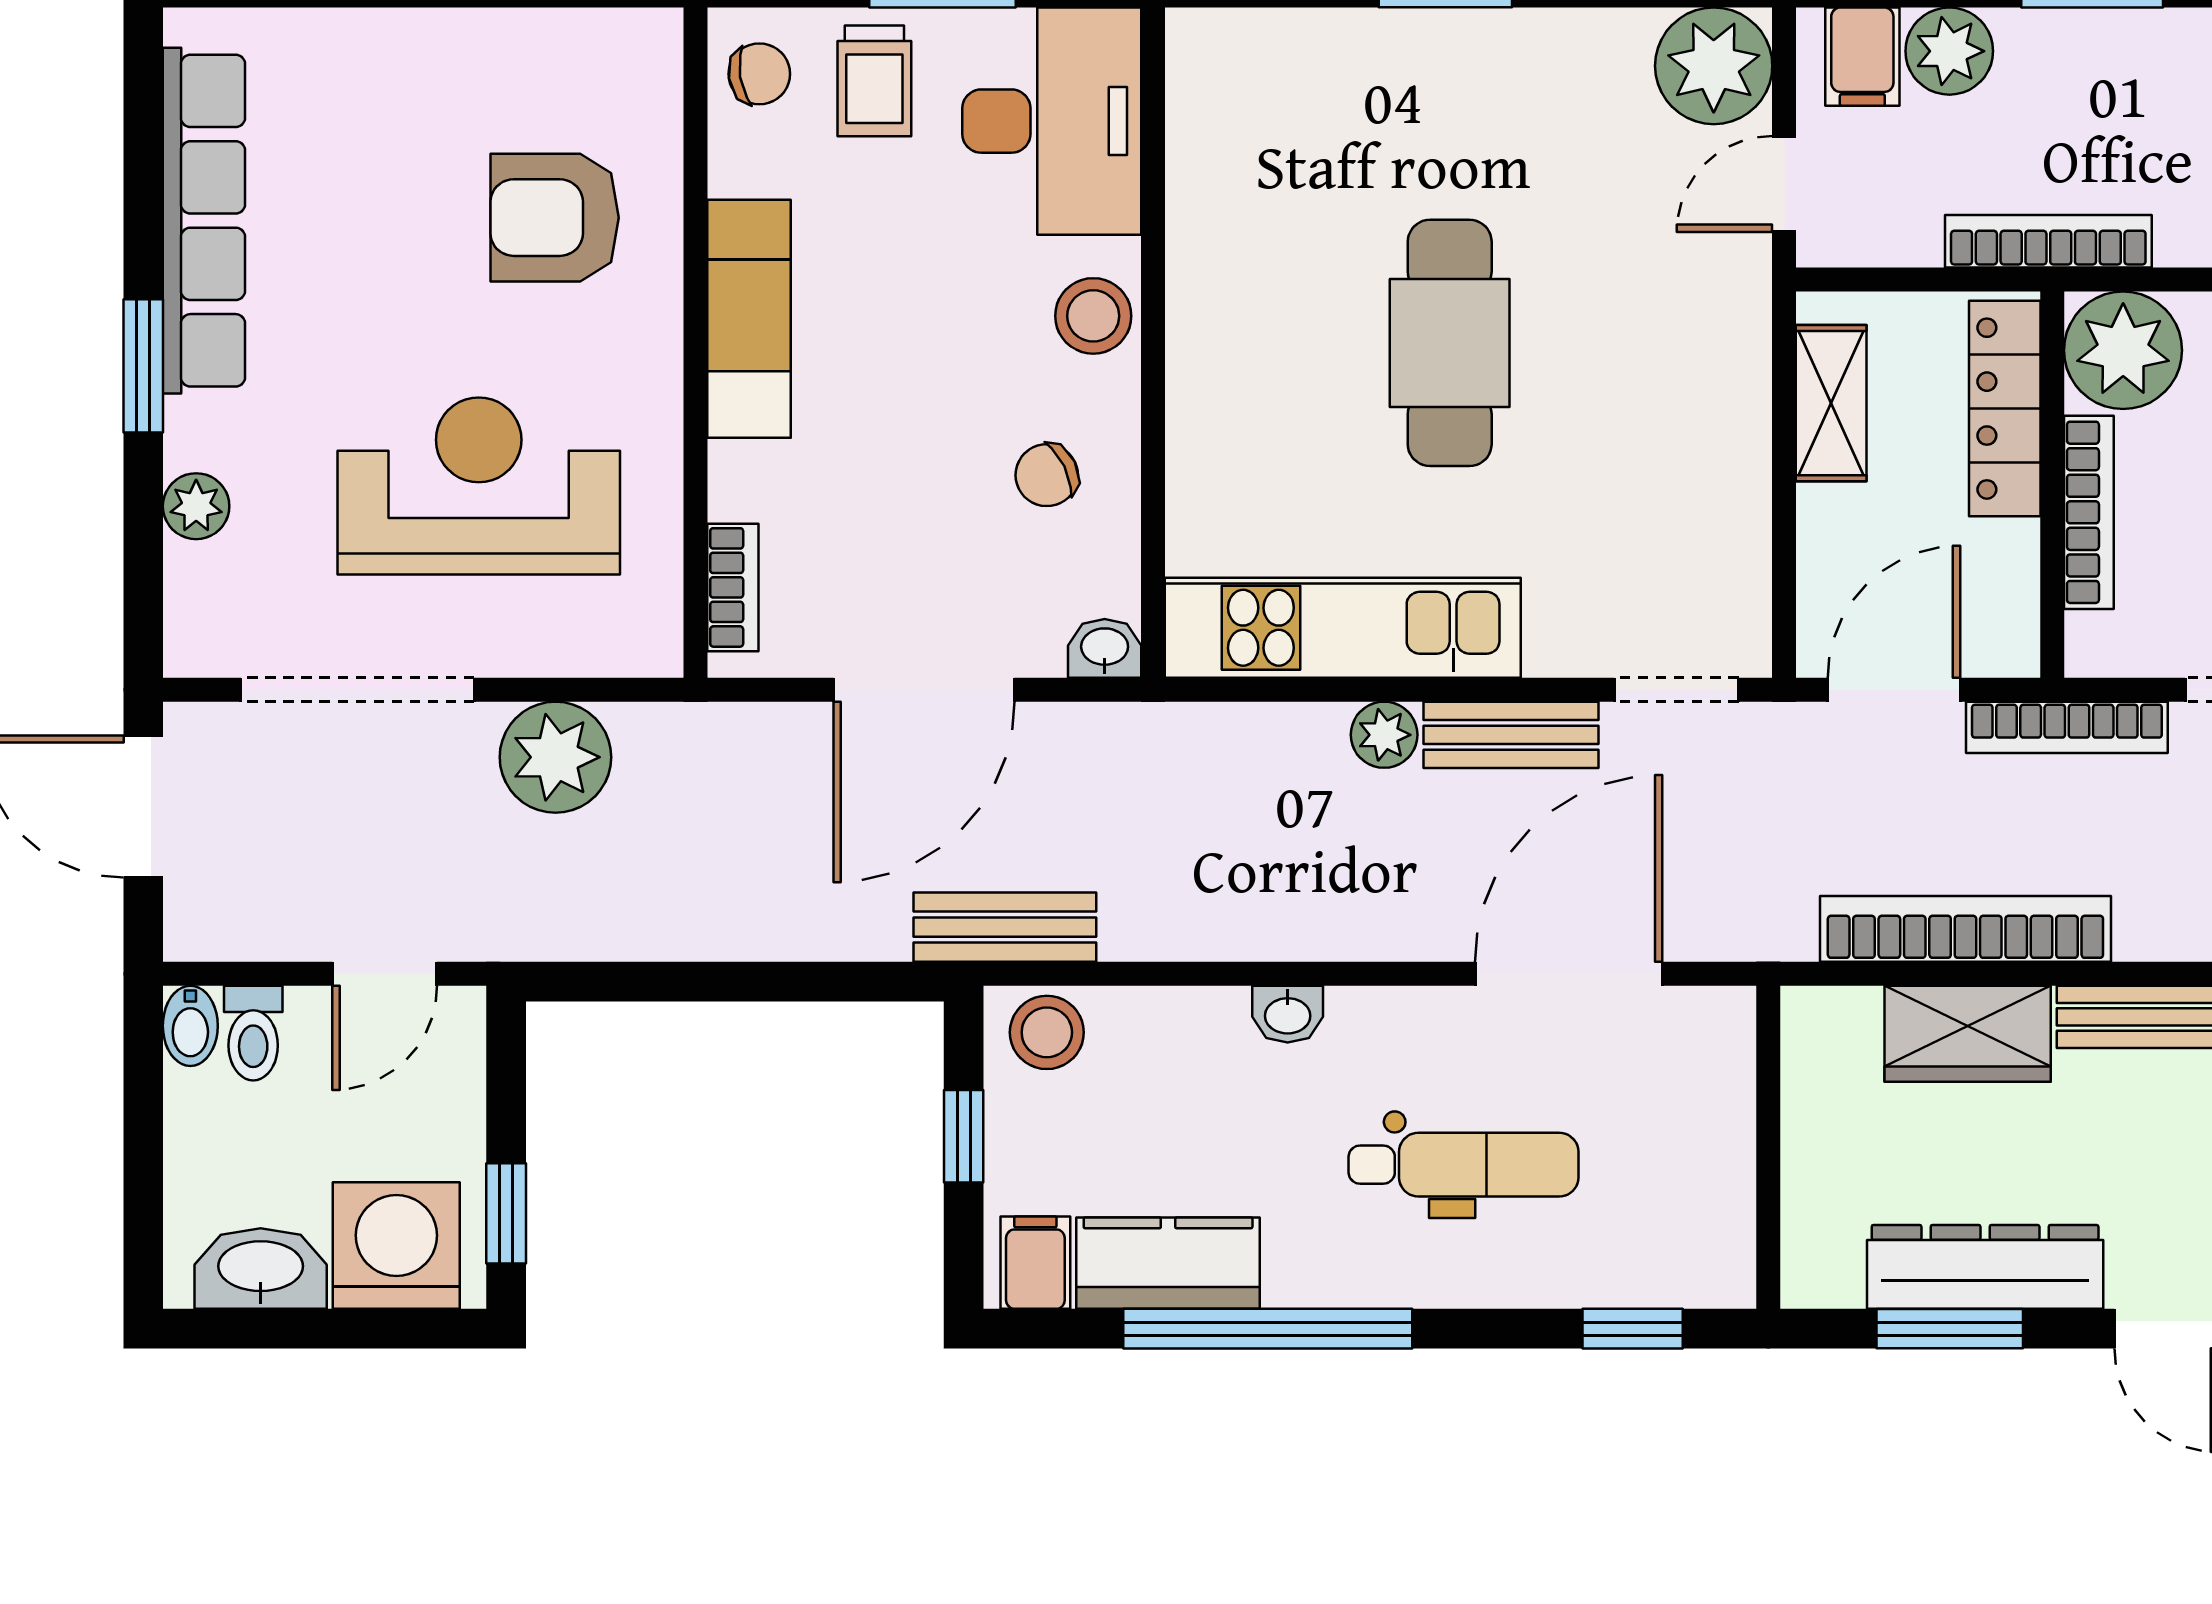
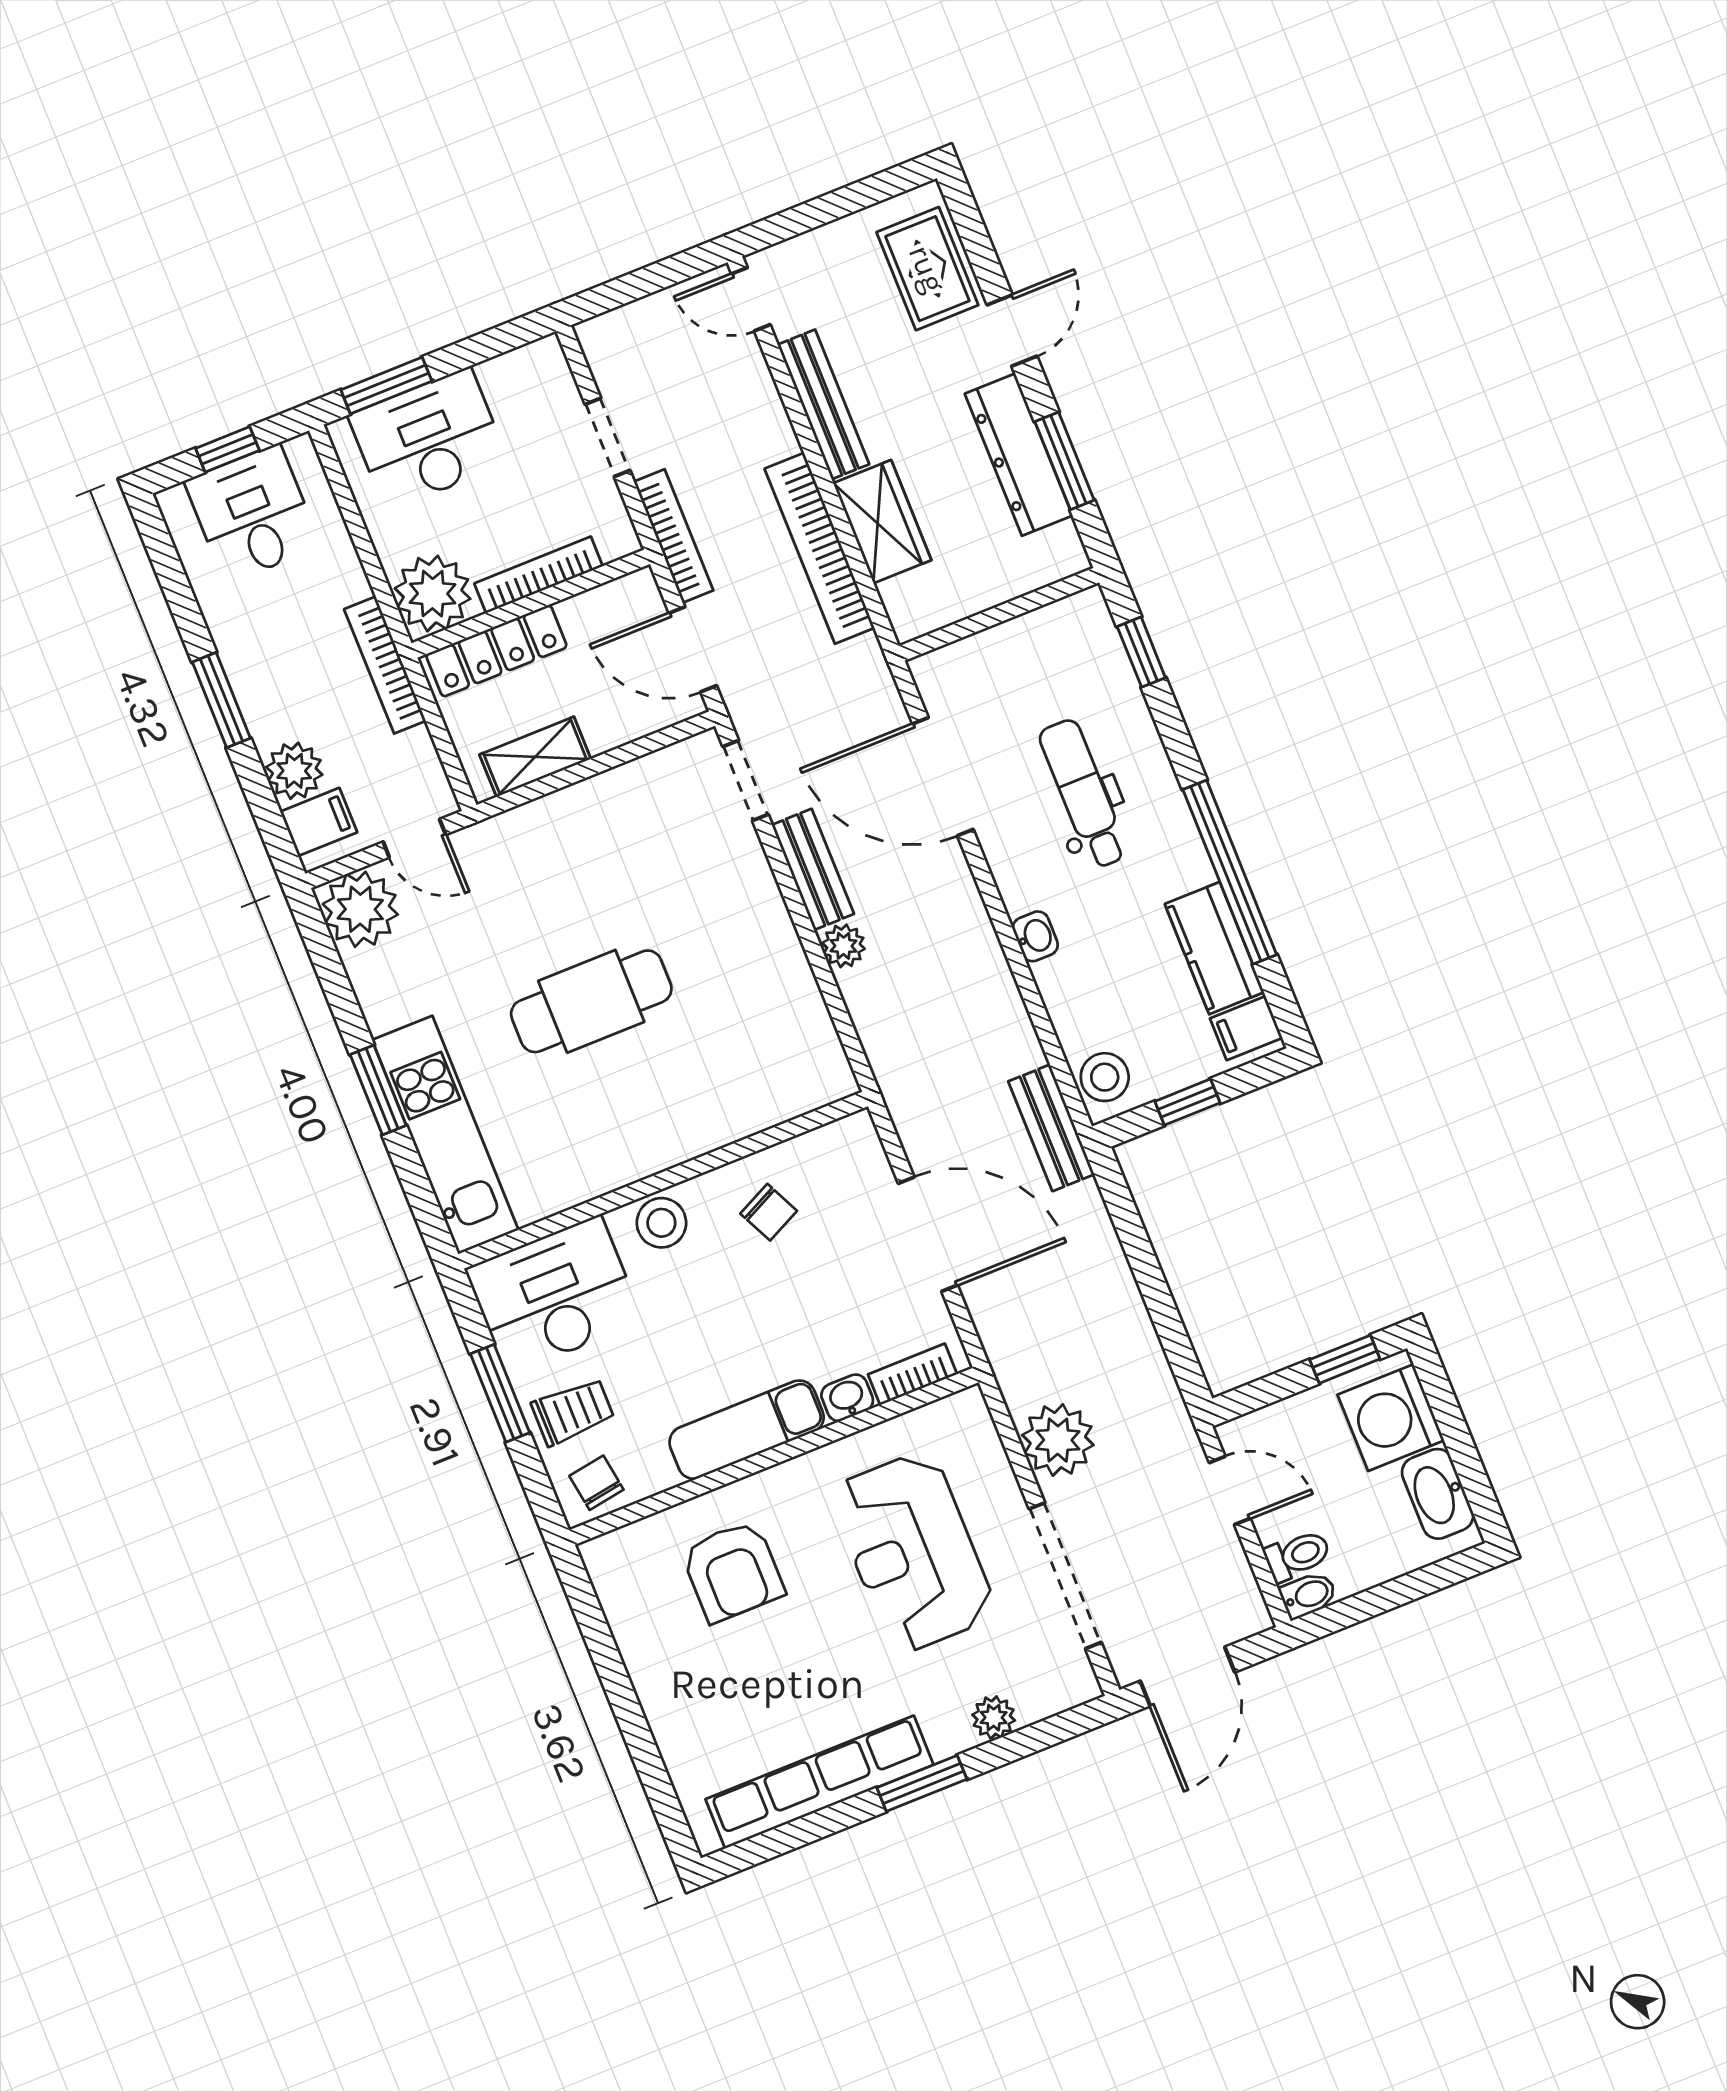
kitchen unit: (1343, 628) -> (445, 1135), moved, turned 180
washbasin: (1105, 648) -> (847, 1398), moved, turned 90

